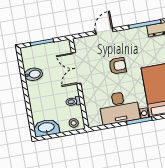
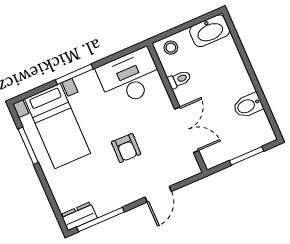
armchair: (118, 66) -> (126, 148), turned -89
desk: (119, 108) -> (130, 77), moved

